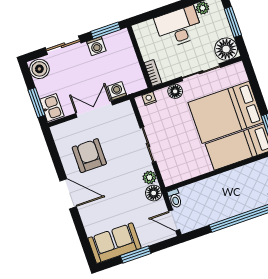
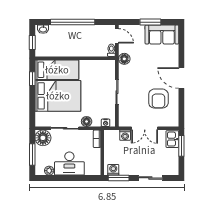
washing machine: (96, 46) -> (113, 170), moved
boiler: (39, 69) -> (172, 168), removed
plant: (150, 177) -> (123, 70), removed

